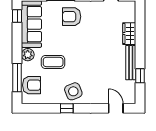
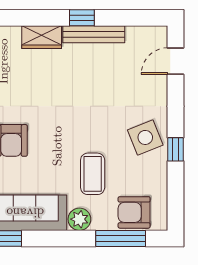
window: (140, 76) -> (82, 18), moved
armchair: (32, 85) -> (134, 212), turned -90

